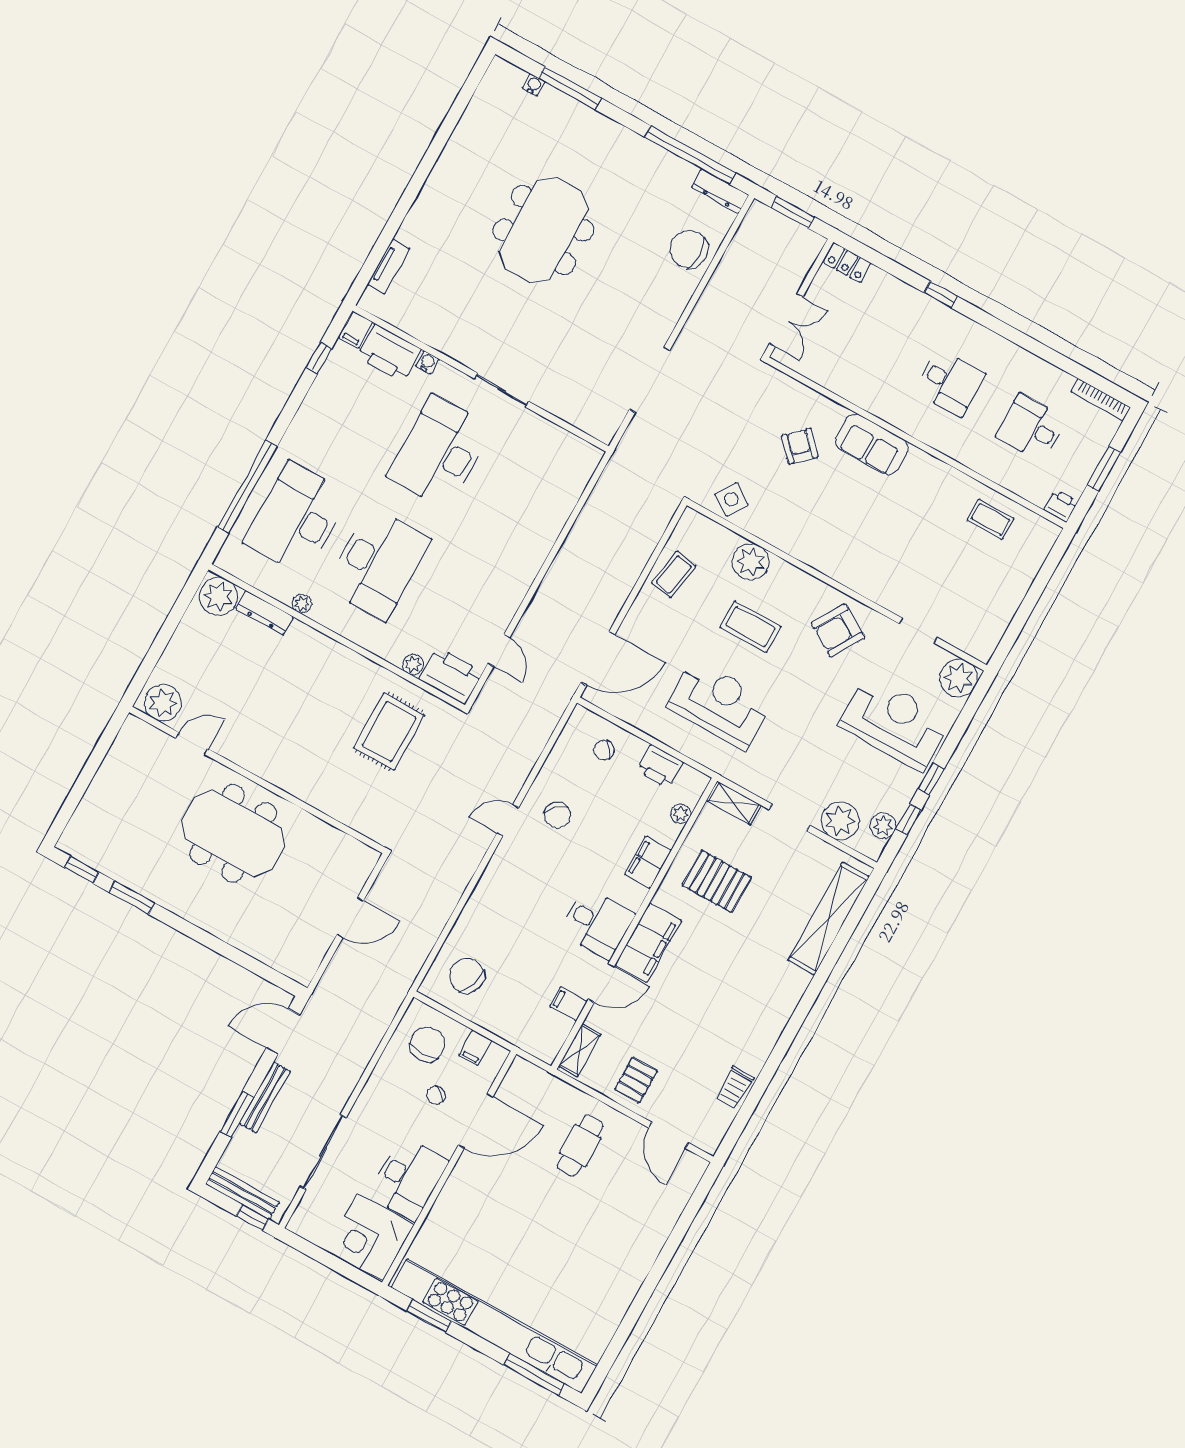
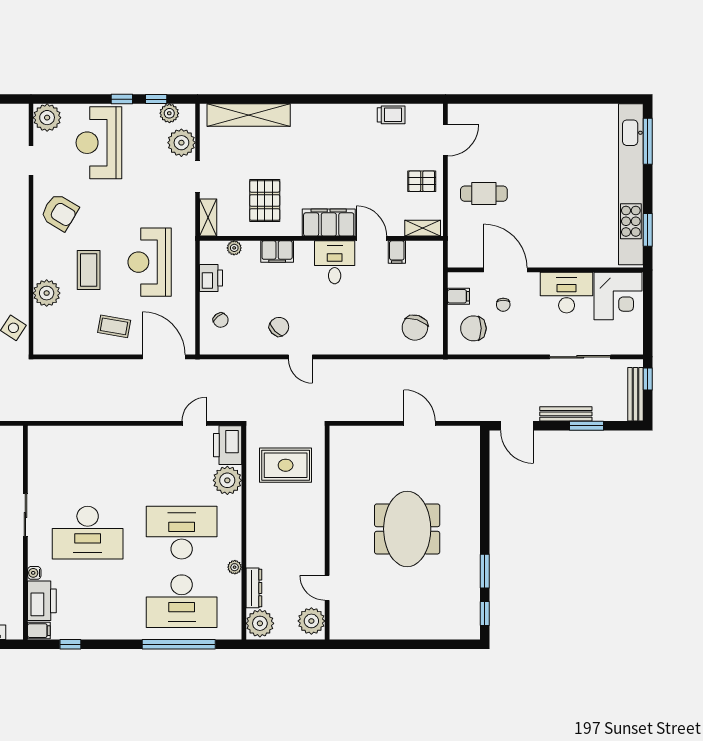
coffee table: (674, 574) -> (114, 326), moved
plant: (413, 665) -> (227, 480), width x1.87, depth x1.87
plant: (163, 703) -> (311, 621), moved
door: (192, 743) -> (327, 588), moved
wall: (257, 780) -> (327, 533), moved
chair: (436, 1095) -> (503, 305), turned 51

